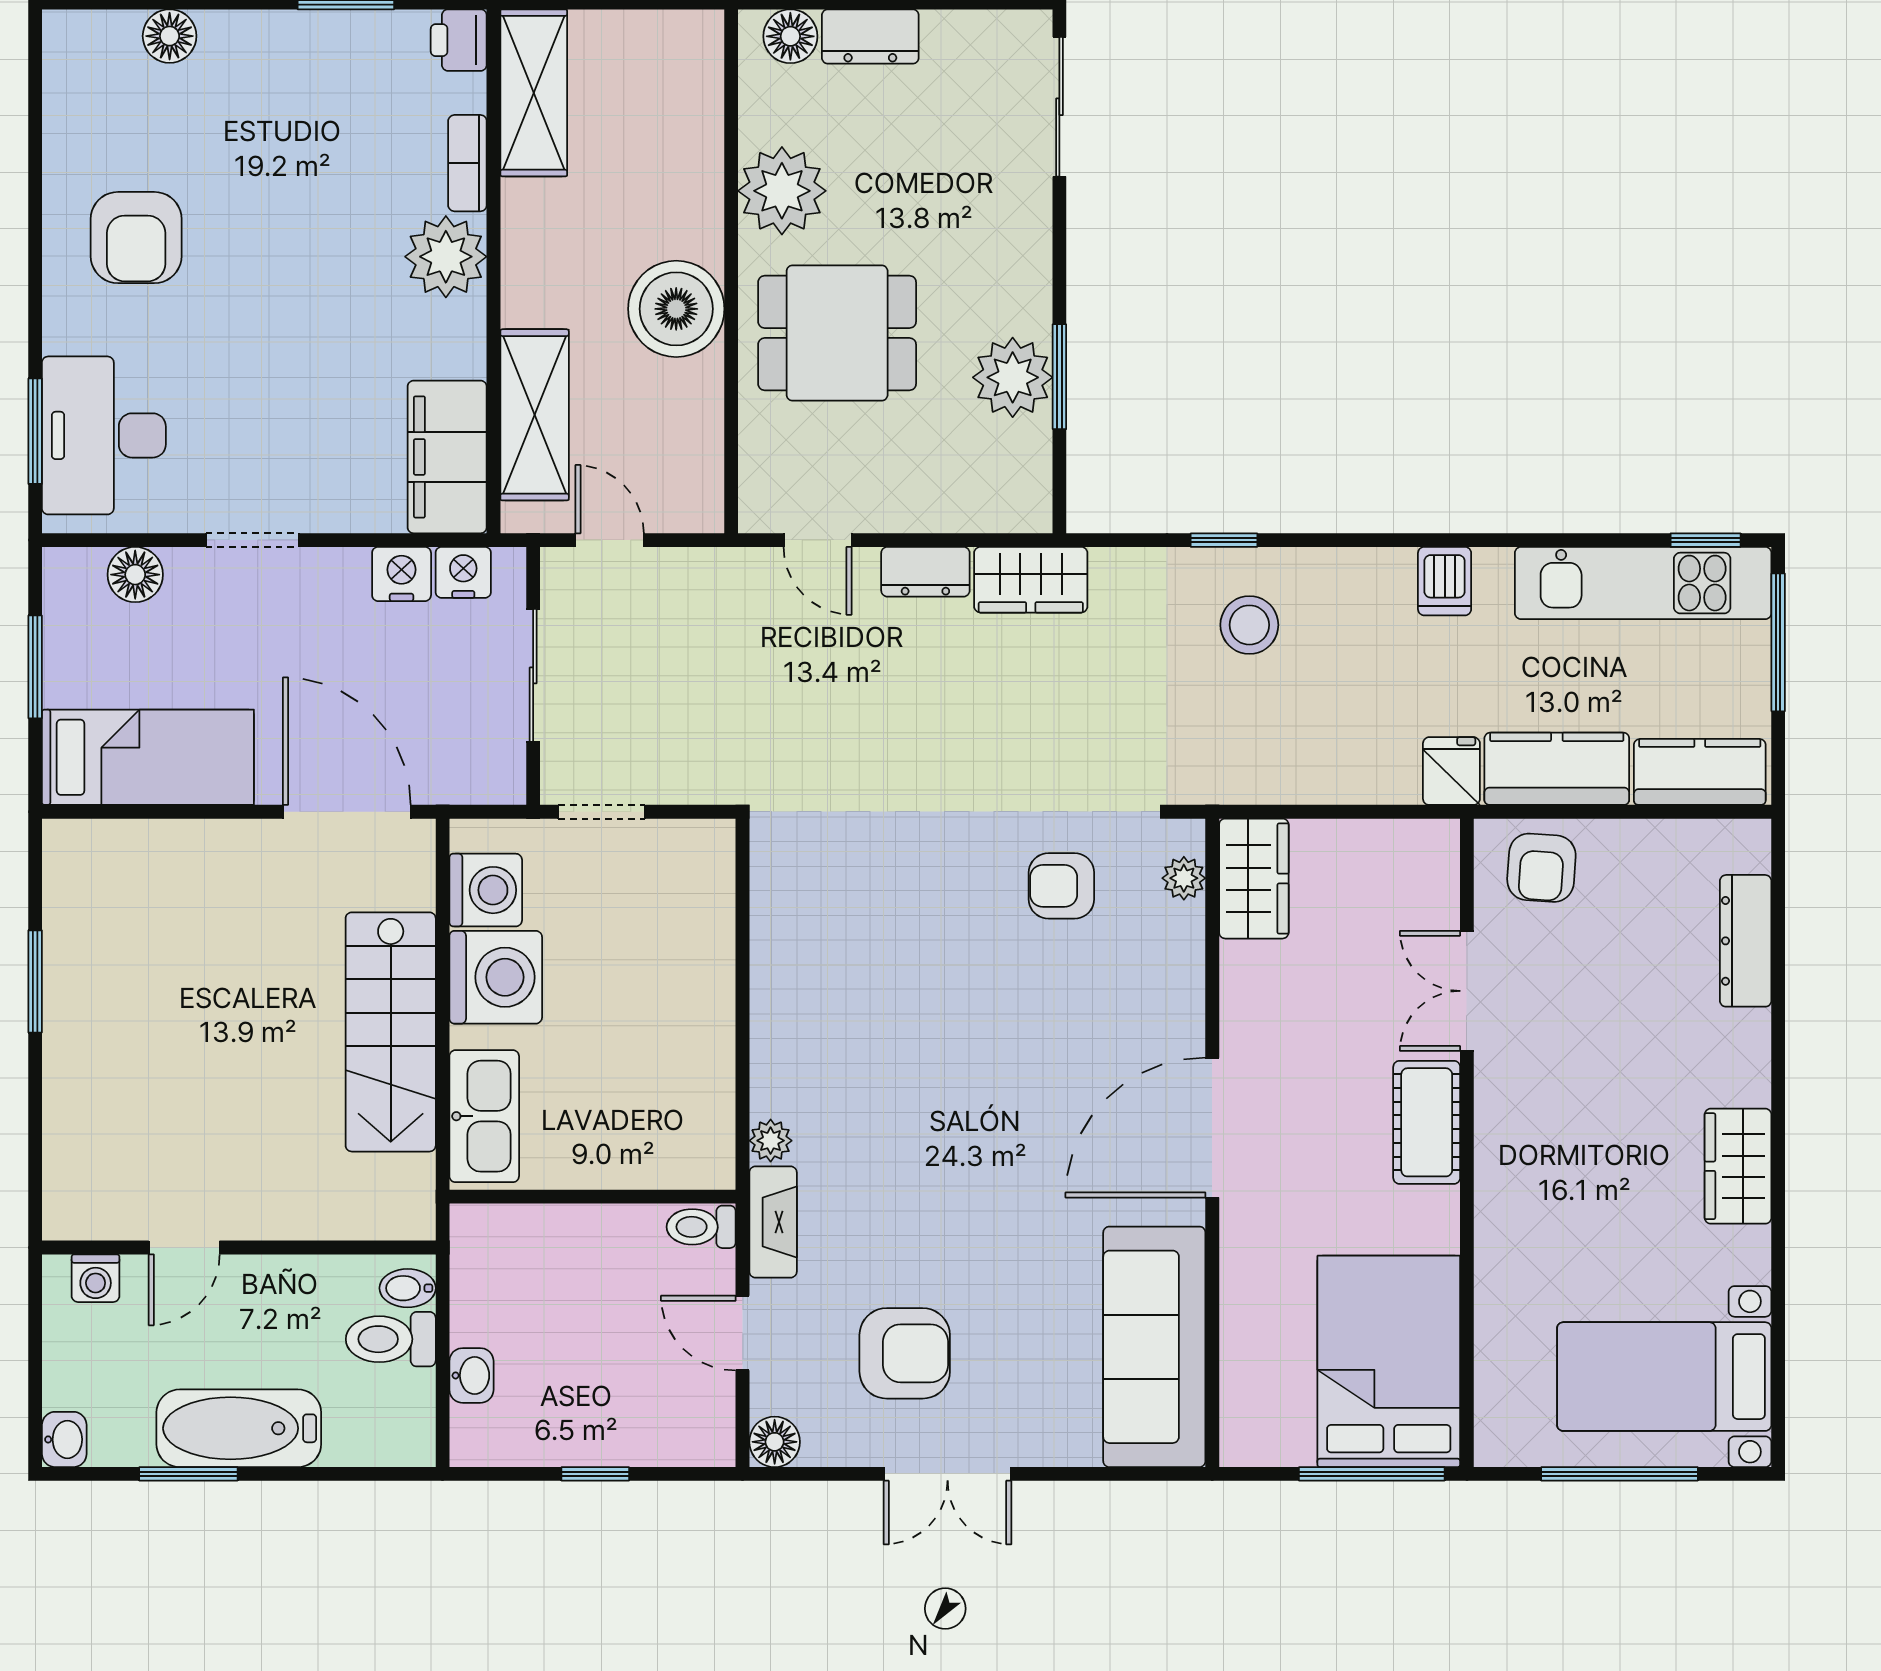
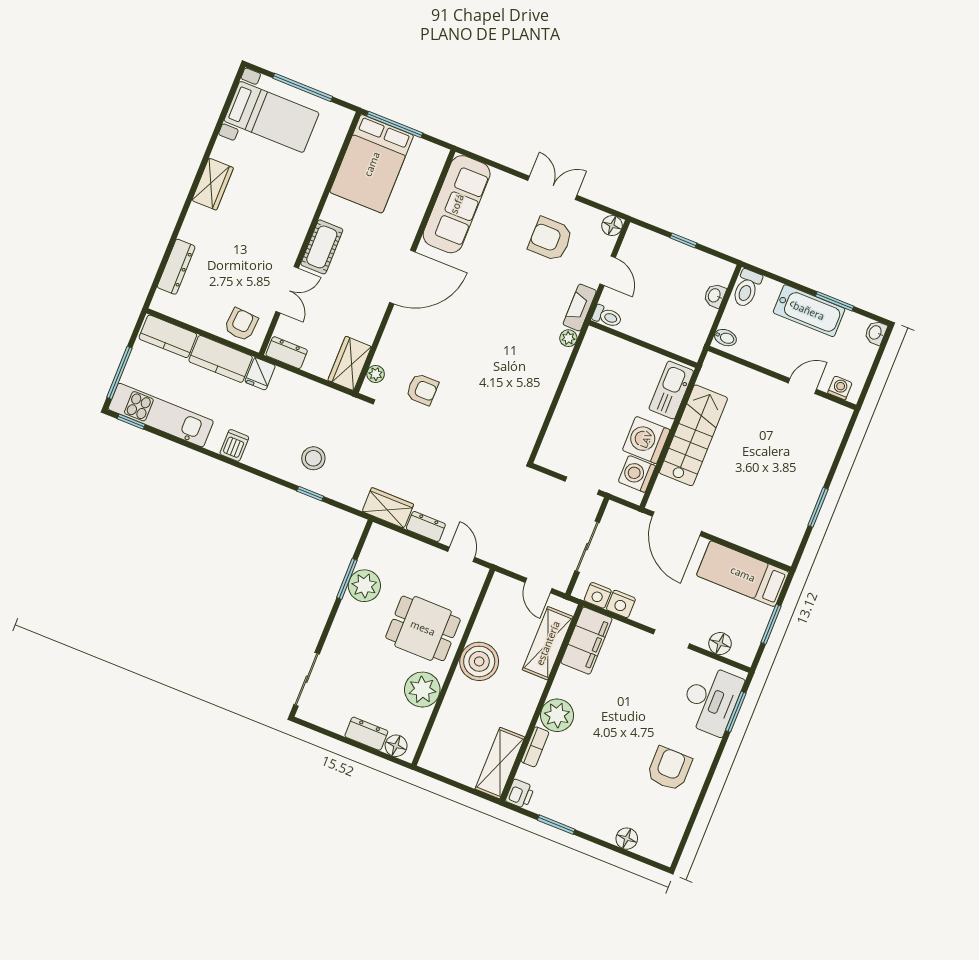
dresser: (1410, 845) -> (287, 353), added
toilet: (391, 1339) -> (747, 288), moved, turned 90

